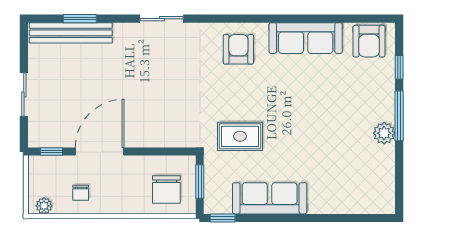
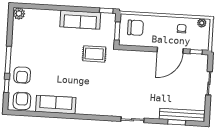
armchair: (238, 49) -> (22, 75), moved
plant: (384, 133) -> (19, 14), moved
chair: (166, 190) -> (135, 28), turned 90

